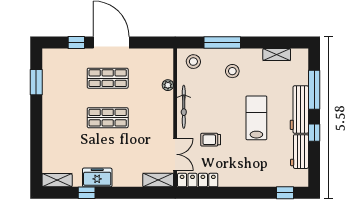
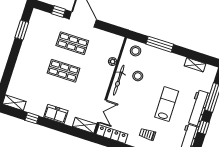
stool: (232, 71) -> (138, 76), moved
trolley: (211, 140) -> (147, 134), moved
freezer: (97, 177) -> (56, 114), moved

